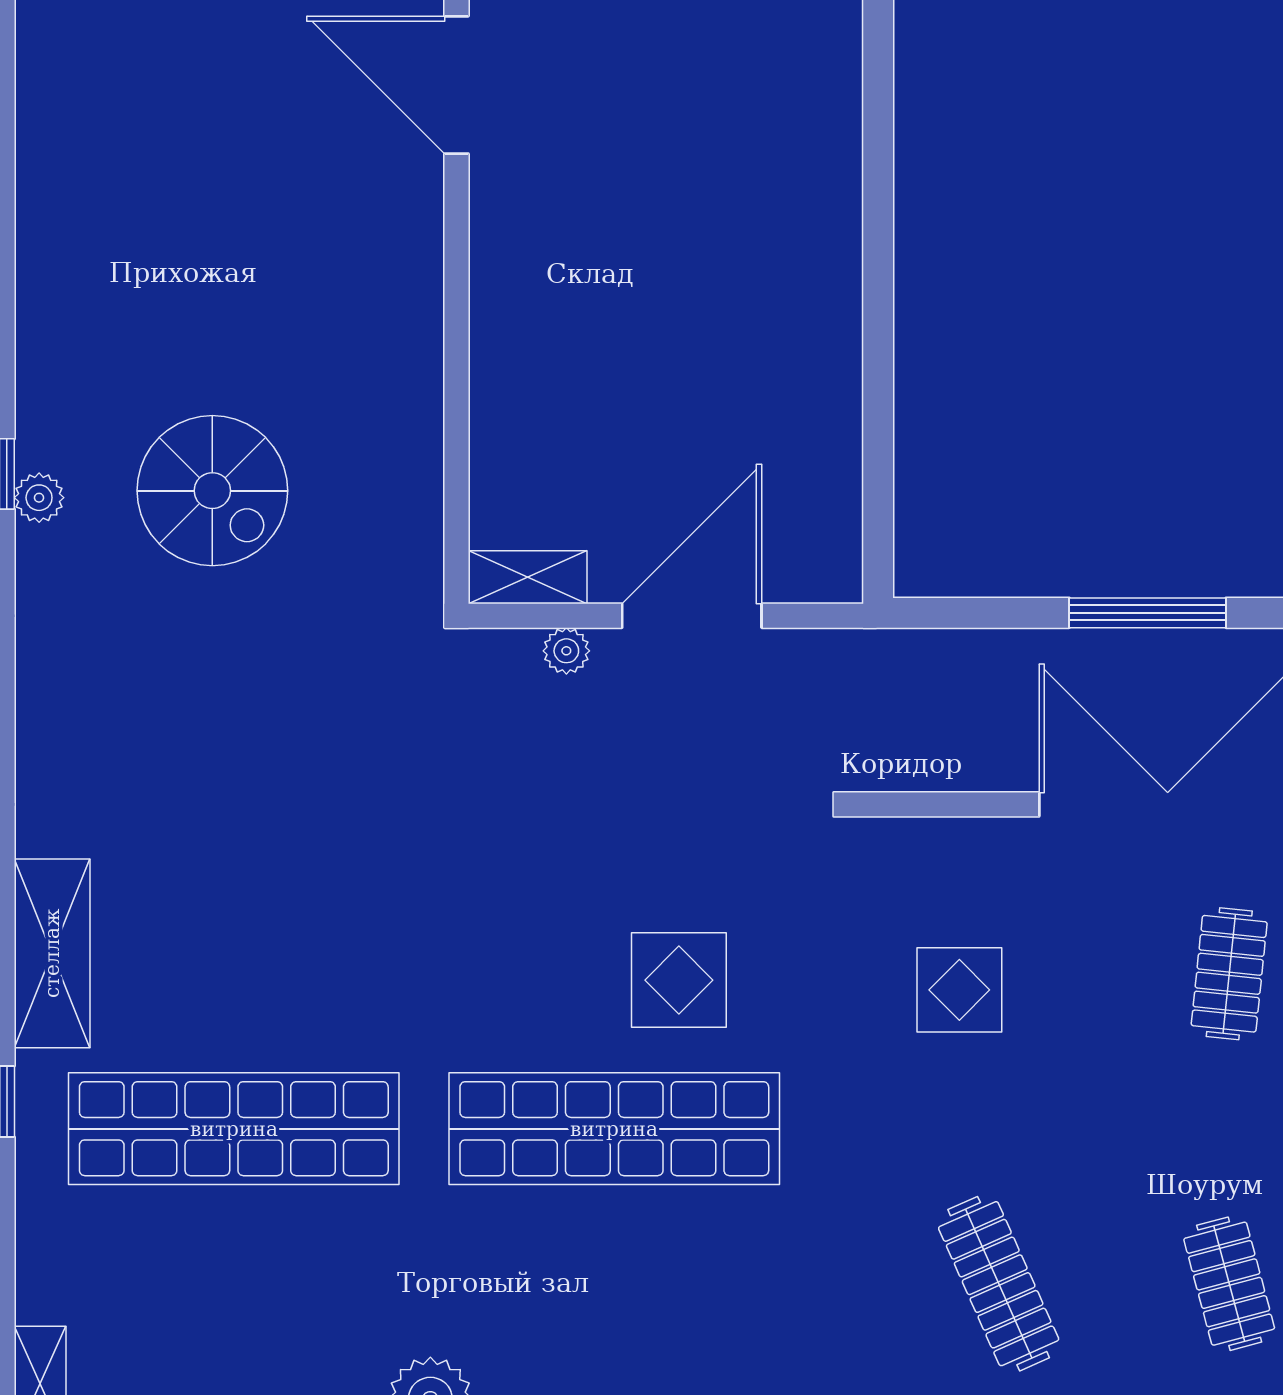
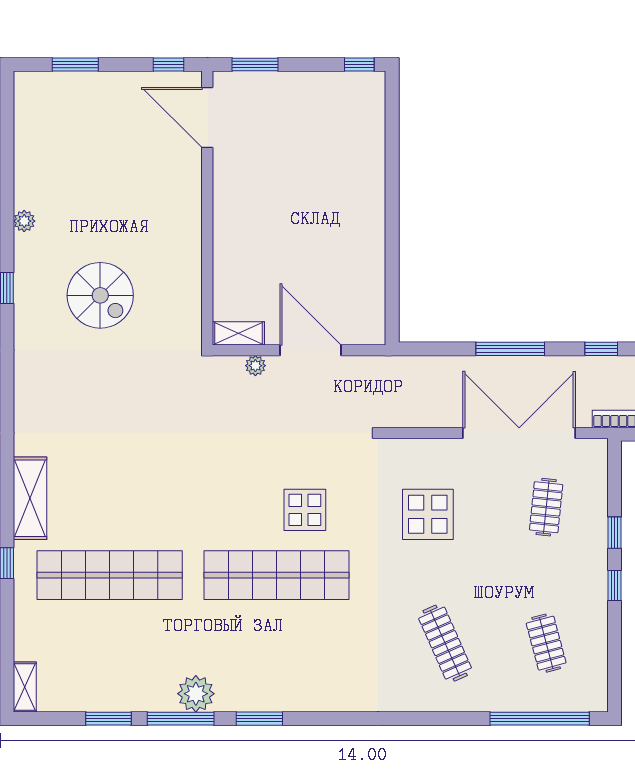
plant: (39, 498) -> (24, 221), moved
door: (692, 616) -> (310, 350), hinge flipped
display table: (959, 990) -> (428, 514), width x1.36, depth x1.36

